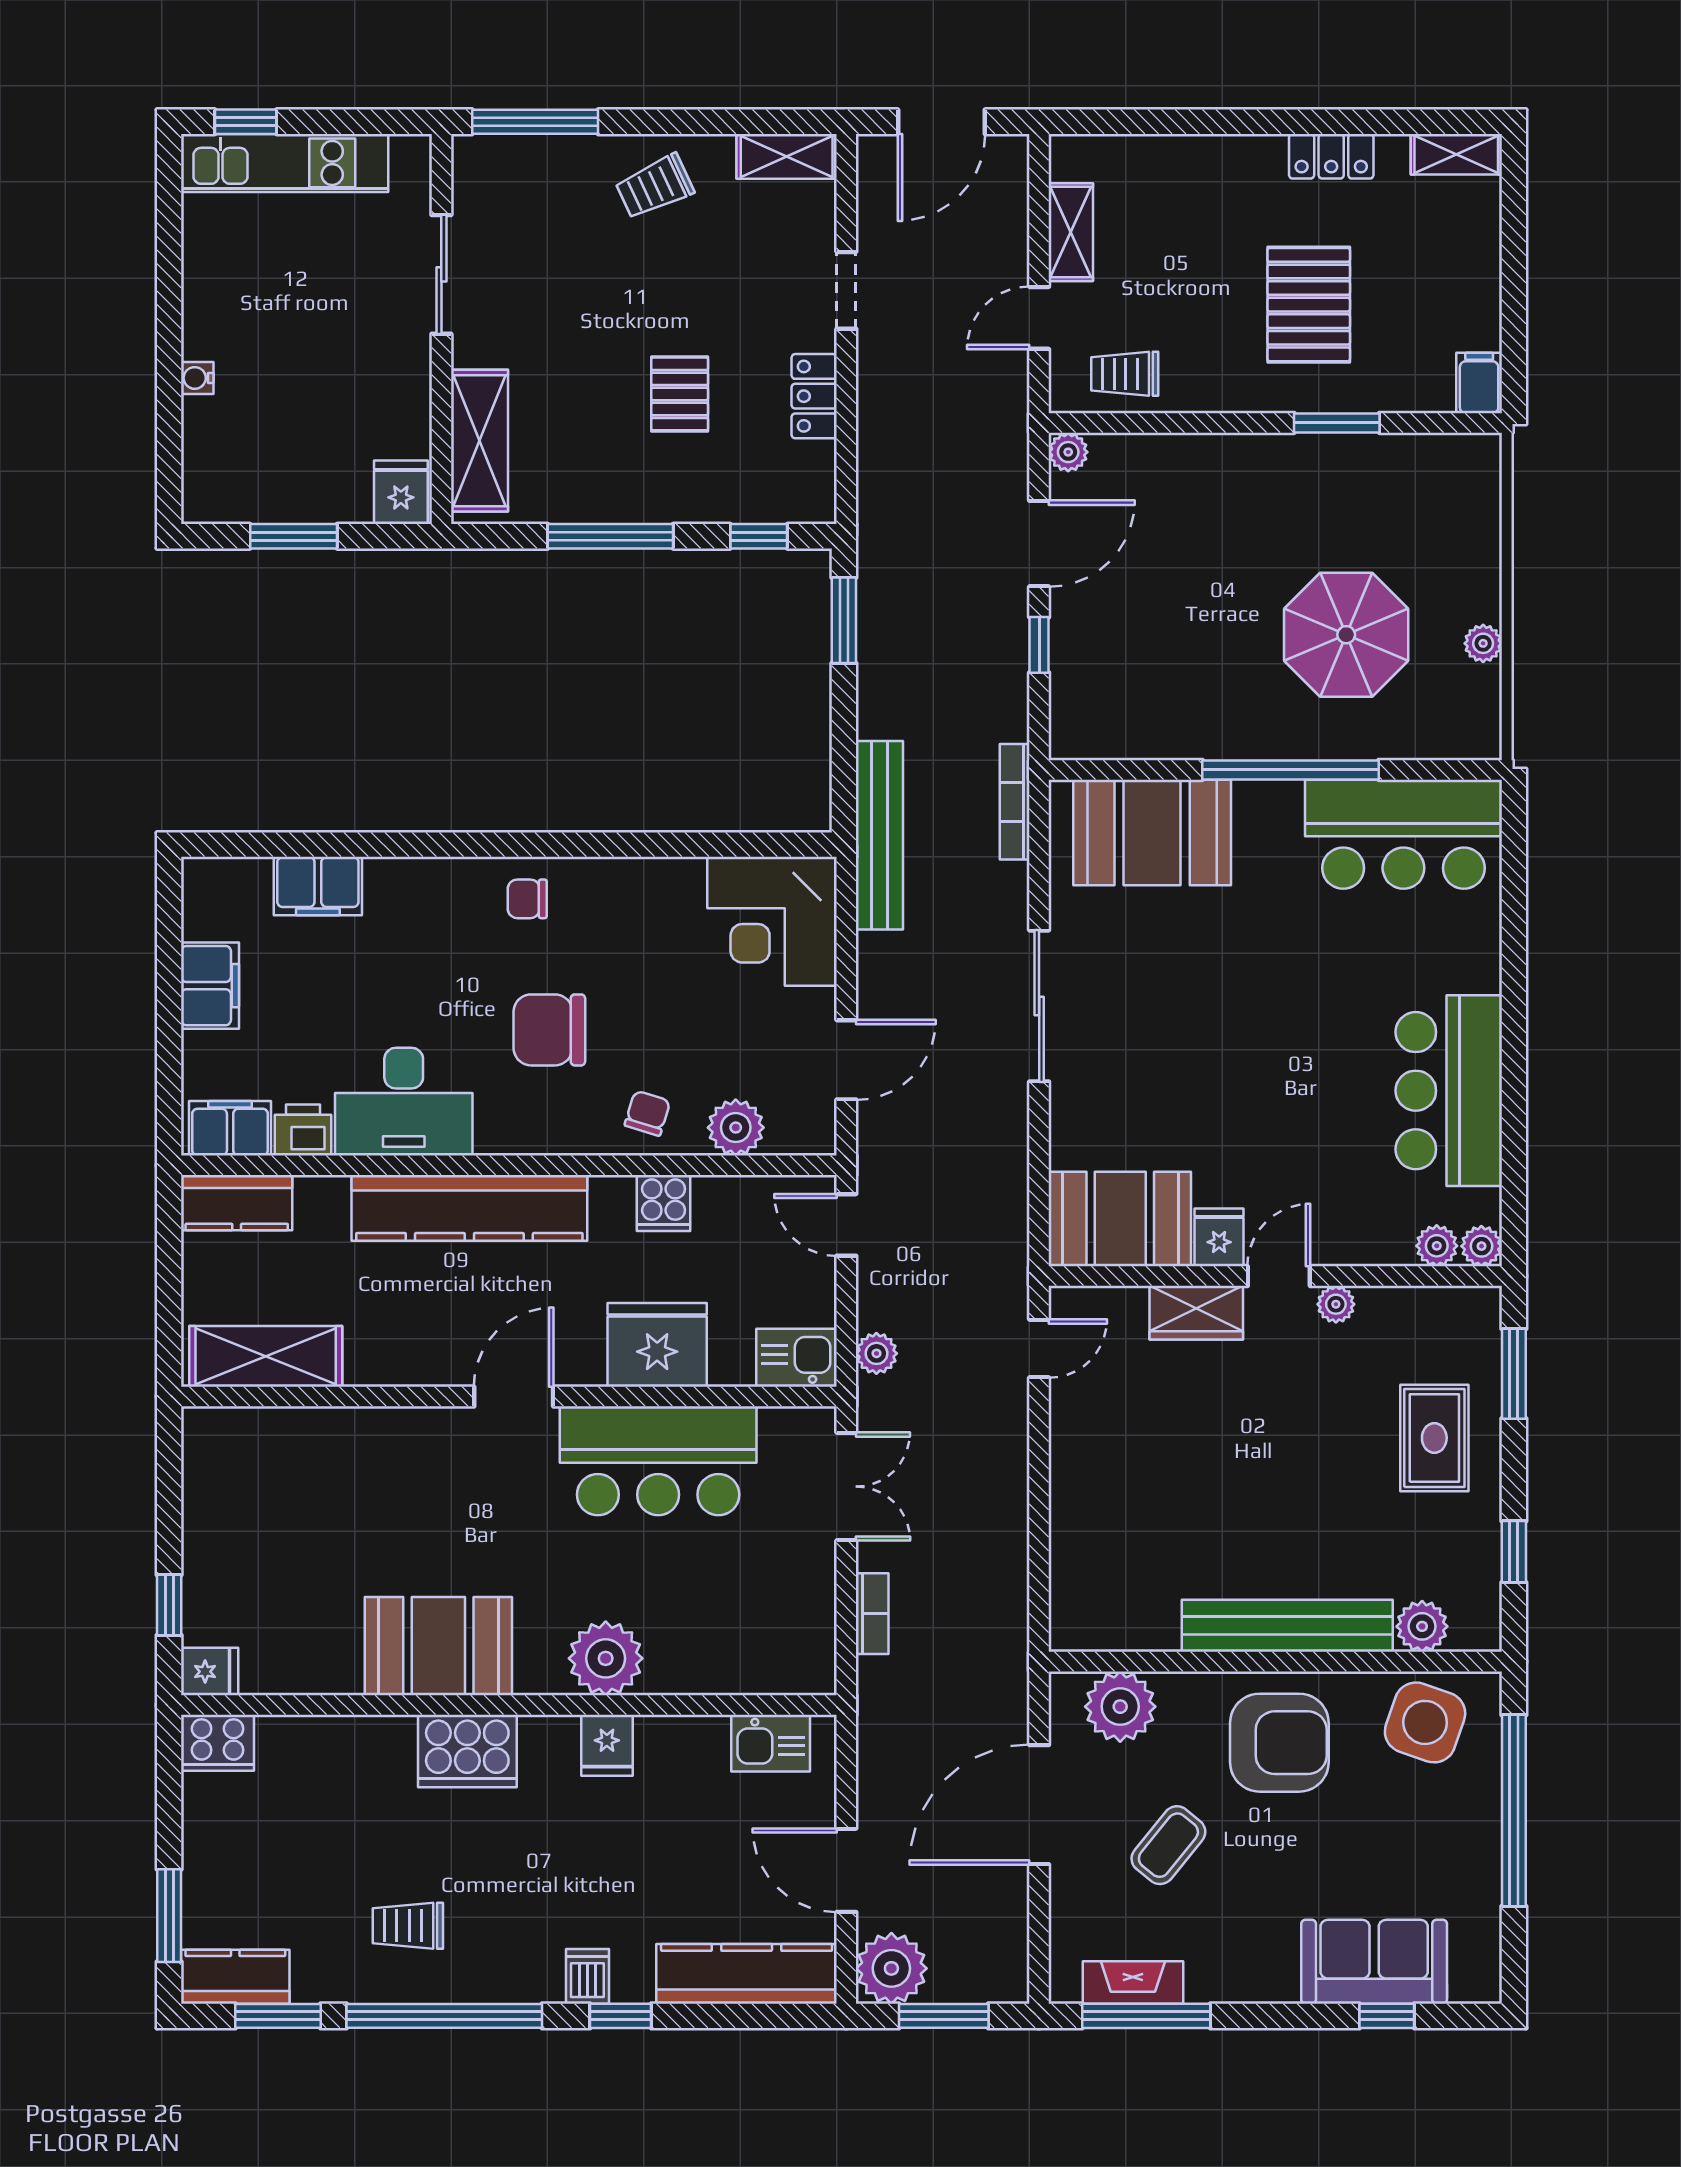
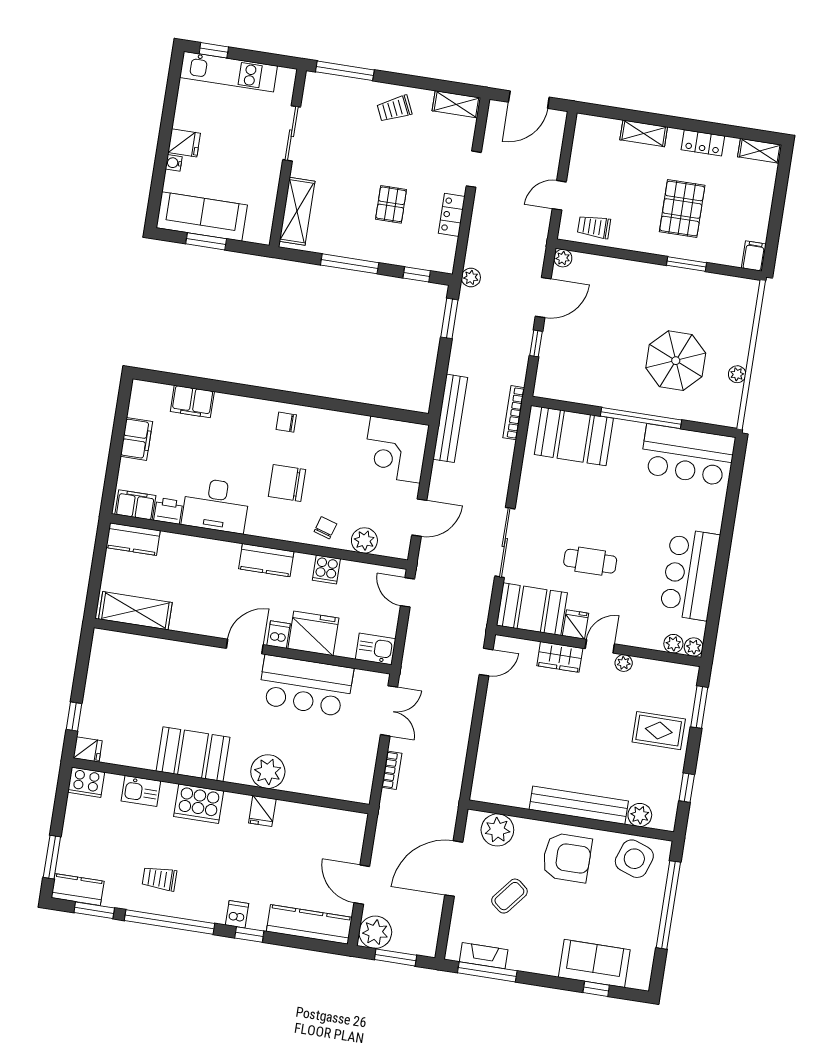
shelving: (1071, 232) -> (644, 133), moved, turned 90
sofa: (276, 484) -> (202, 216), added
fridge: (401, 492) -> (184, 143), moved, turned 90
sliding door: (1039, 1006) -> (505, 543), moved
cafe table: (1229, 1096) -> (590, 561), added
kitchen counter: (469, 1208) -> (266, 560), width x0.48, depth x0.86
plant: (876, 1353) -> (471, 277), moved
dishwasher: (582, 1359) -> (278, 635), added
rug: (1434, 1438) -> (659, 731), turned 90
kitchen sink: (771, 1743) -> (141, 791), moved

